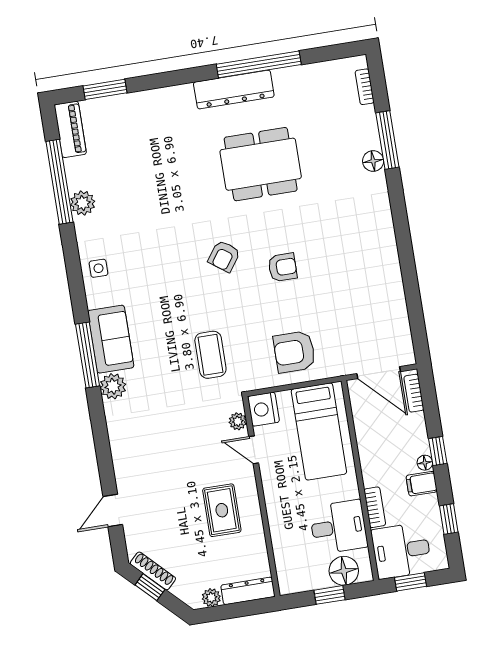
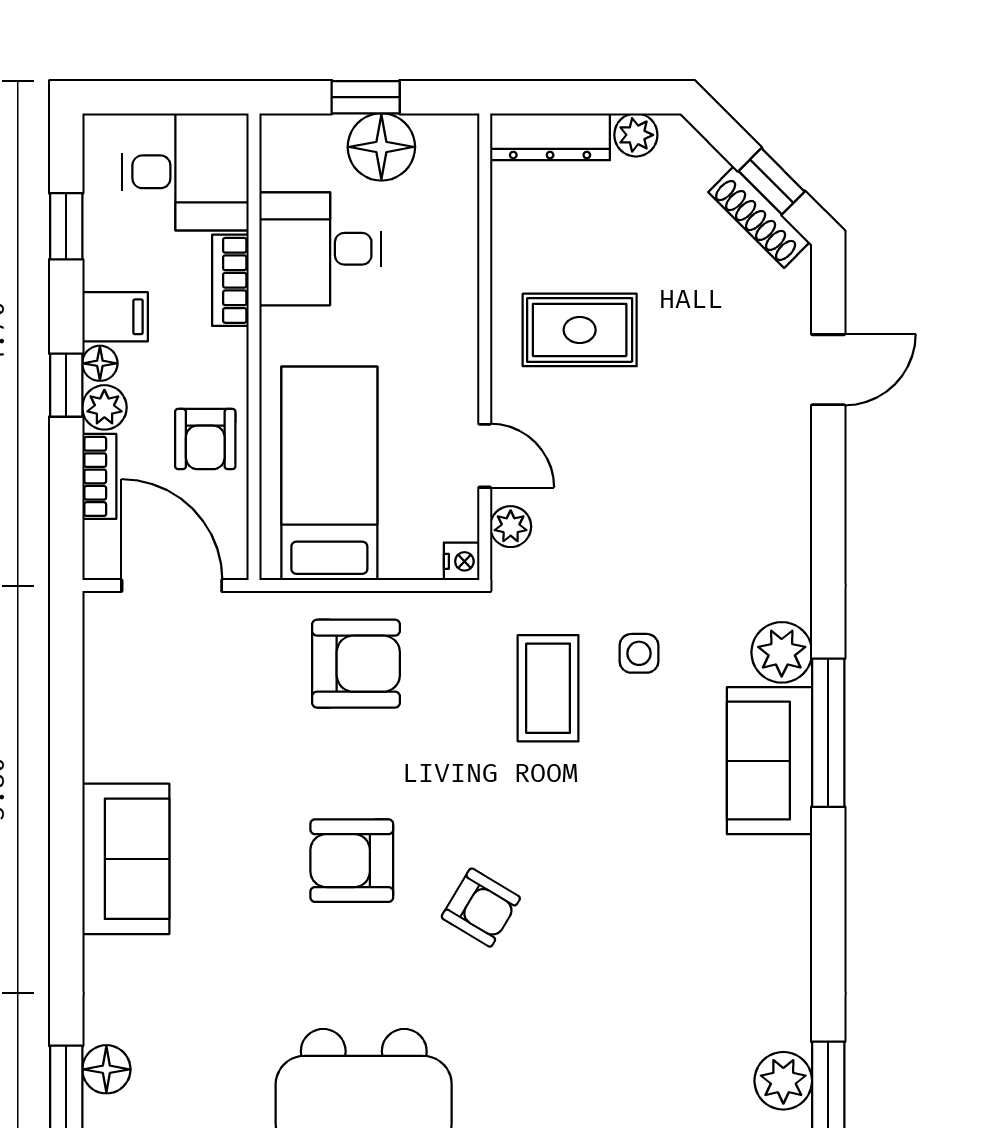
sofa: (379, 252) -> (126, 859), added
armchair: (224, 256) -> (481, 908), turned 85
armchair: (283, 267) -> (352, 861), width x1.38, depth x1.38
side table: (98, 268) -> (639, 653), moved
bookcase: (414, 393) -> (99, 476), moved
nightstand: (263, 409) -> (462, 561), width x0.53, depth x0.56
armchair: (374, 438) -> (205, 439), added
plant: (420, 444) -> (104, 407), added
rug: (222, 510) -> (580, 330), turned 90
floor lamp: (344, 571) -> (381, 147), moved
window: (411, 582) -> (176, 97), removed

